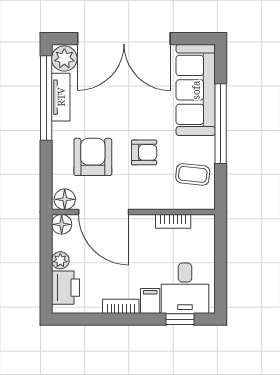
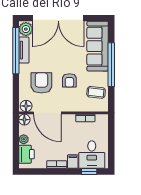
armchair: (144, 152) -> (69, 80), turned 90

